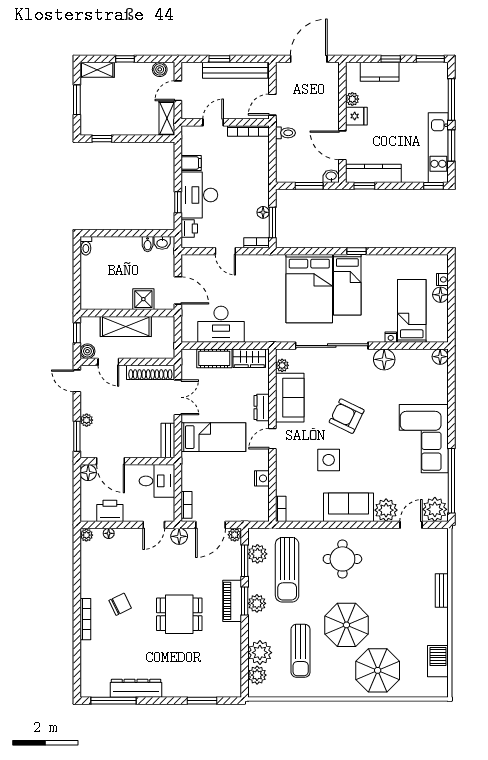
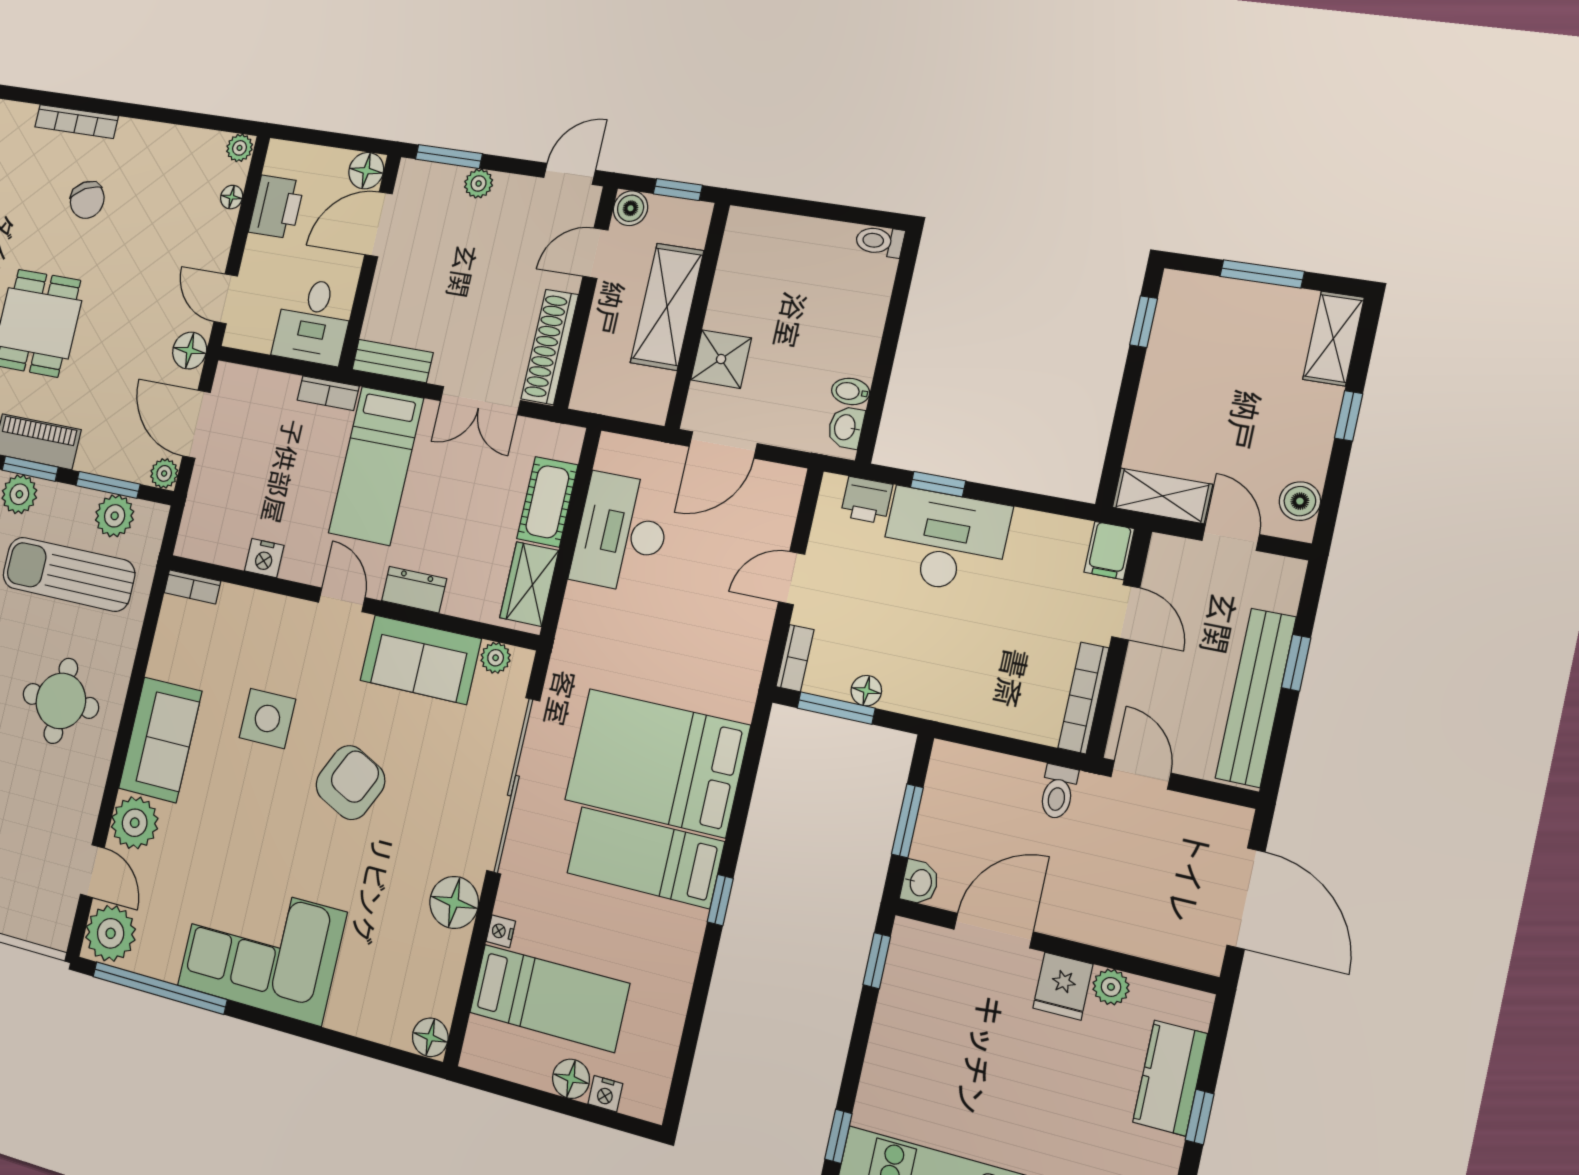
filing cabinet: (191, 163) -> (1109, 550), moved
kitchen counter: (373, 173) -> (904, 992), removed
bookcase: (186, 505) -> (328, 393), moved

